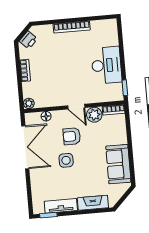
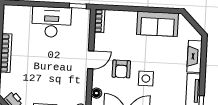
plant: (94, 115) -> (102, 42), removed

